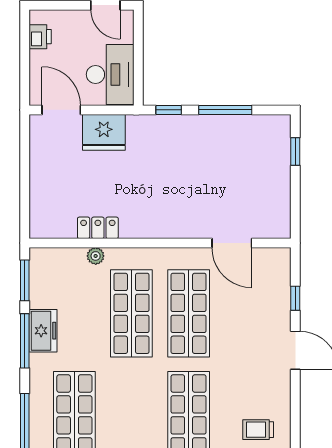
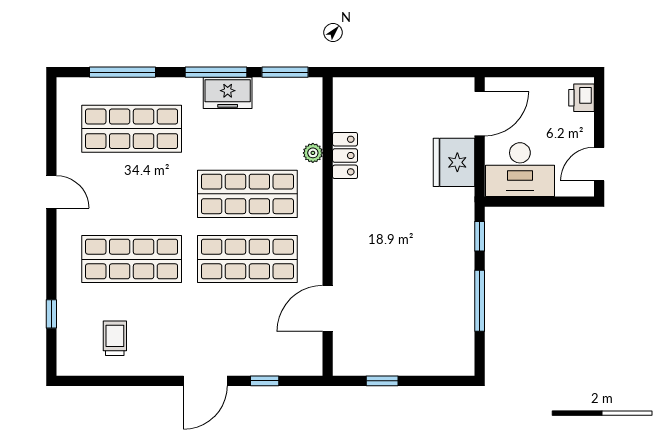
printer: (40, 37) -> (581, 98), moved, turned 90
window: (295, 152) -> (382, 381), moved

